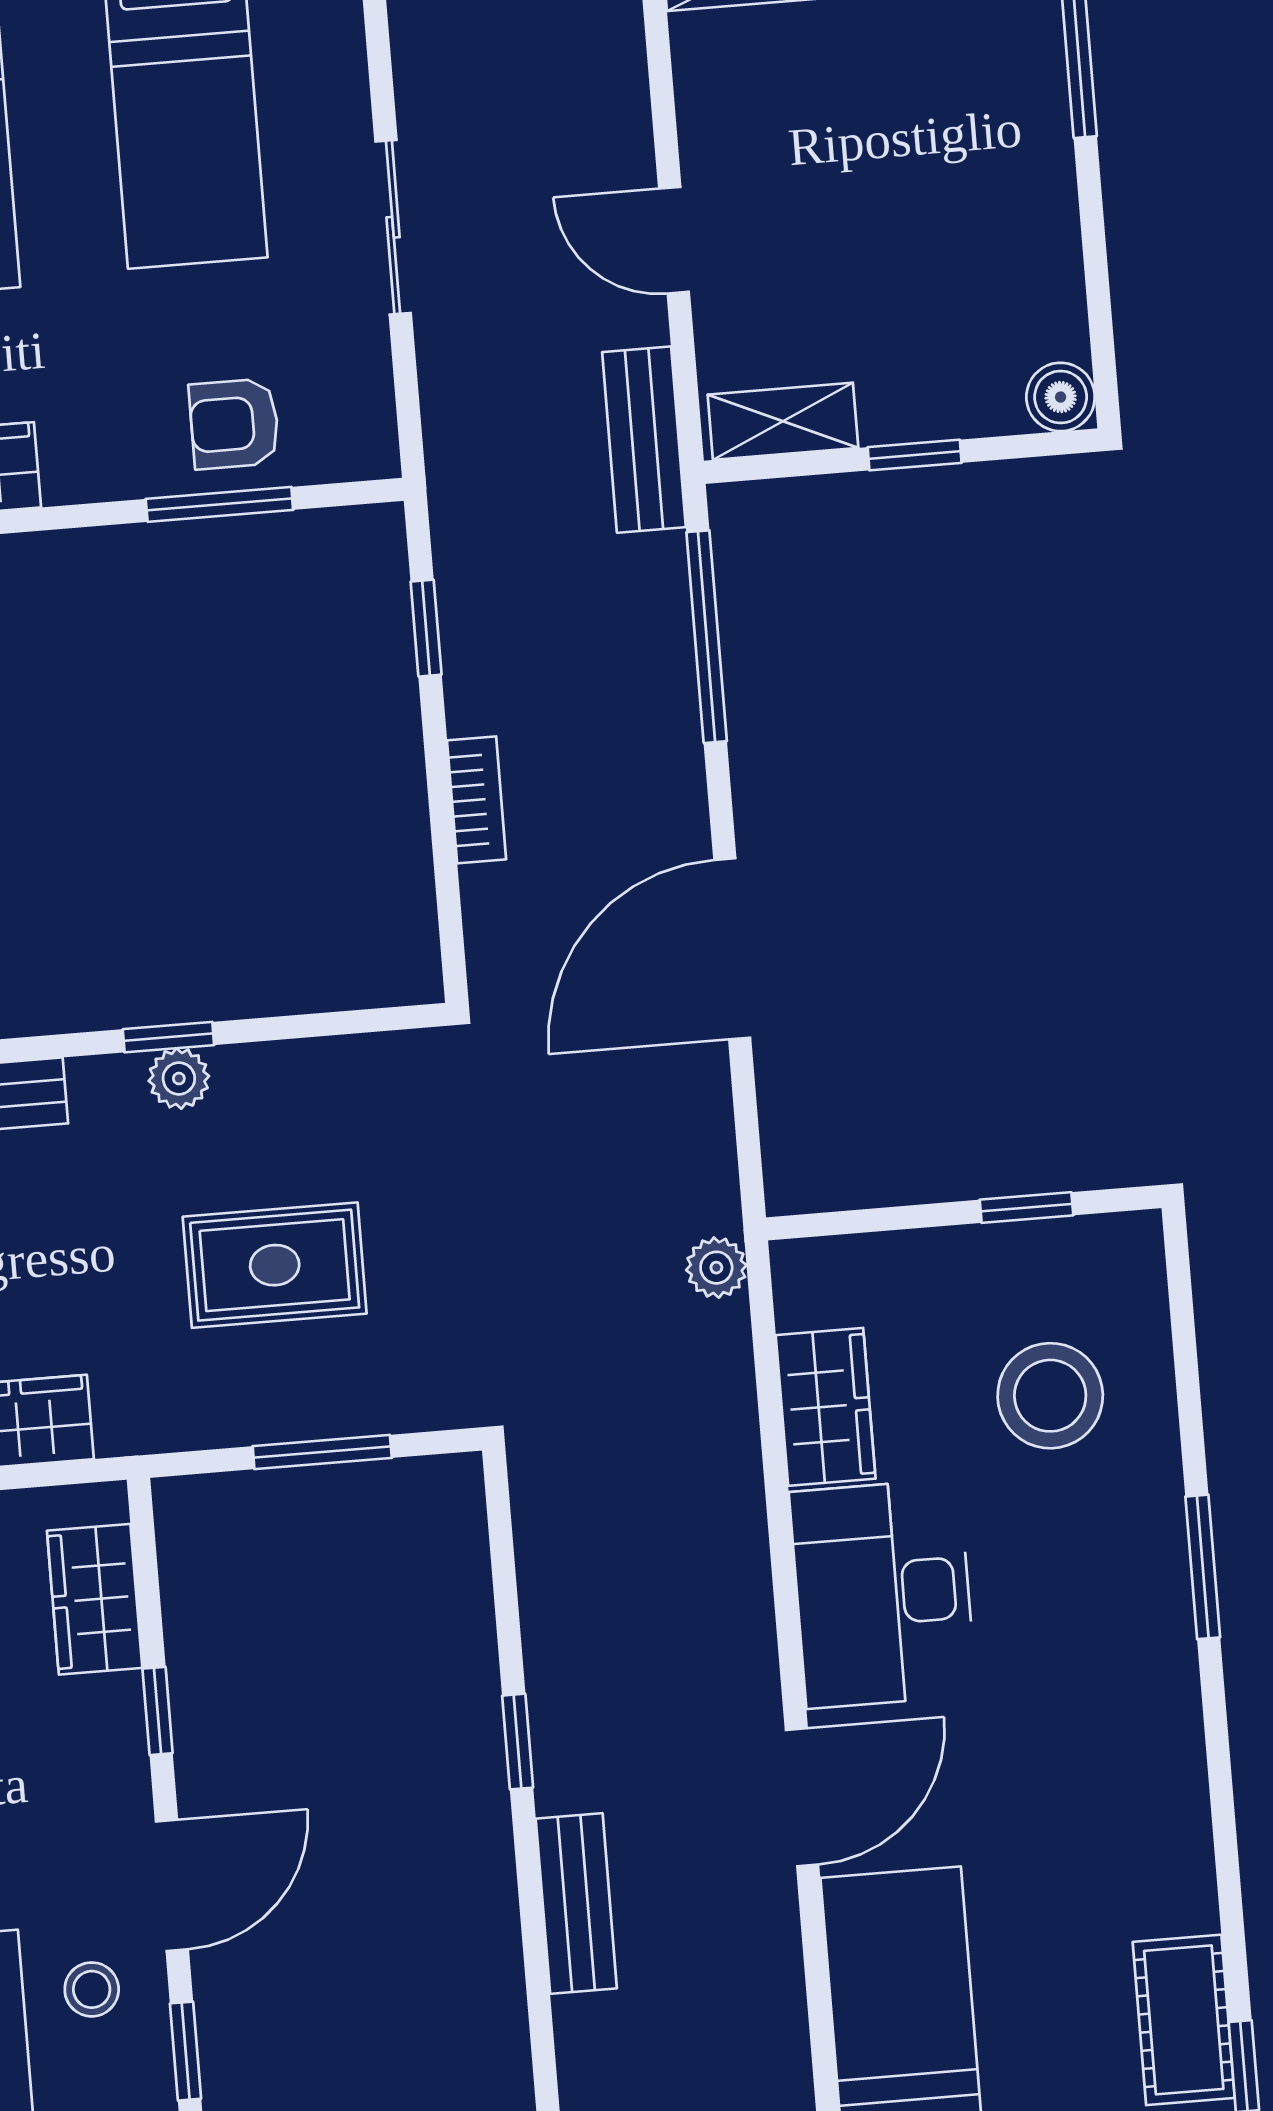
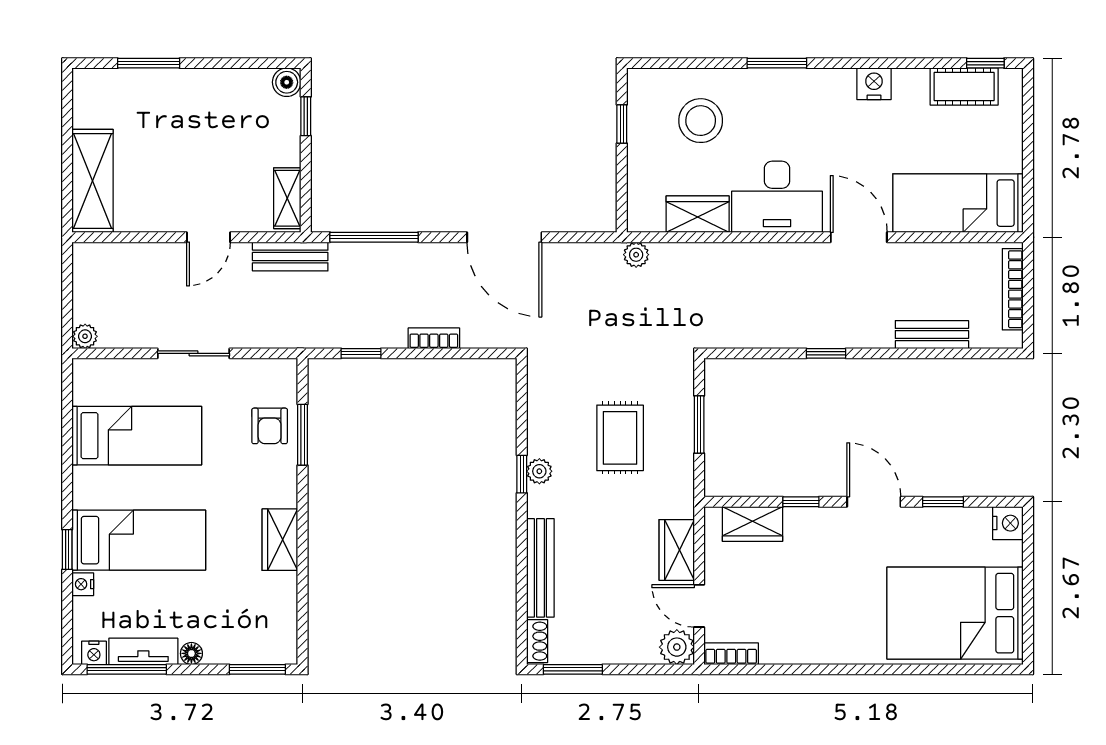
window: (915, 455) -> (306, 116), moved
nightstand: (1173, 1804) -> (874, 84), added
bench: (576, 1903) -> (932, 335), moved
stool: (92, 1989) -> (914, 539), removed

